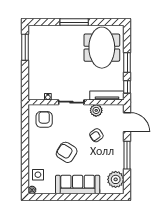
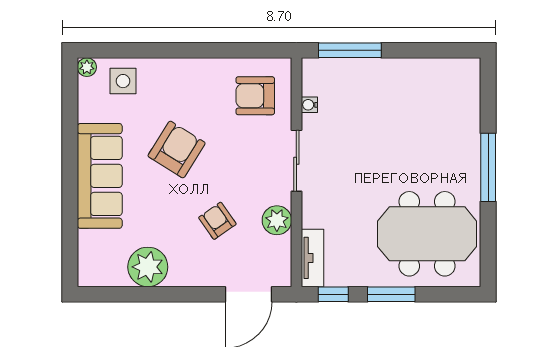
window: (25, 47) -> (350, 50), moved
tv unit: (107, 96) -> (312, 258), width x0.71
armchair: (44, 119) -> (255, 96), turned 180
window: (127, 155) -> (170, 294), removed
plant: (116, 179) -> (148, 267), moved

